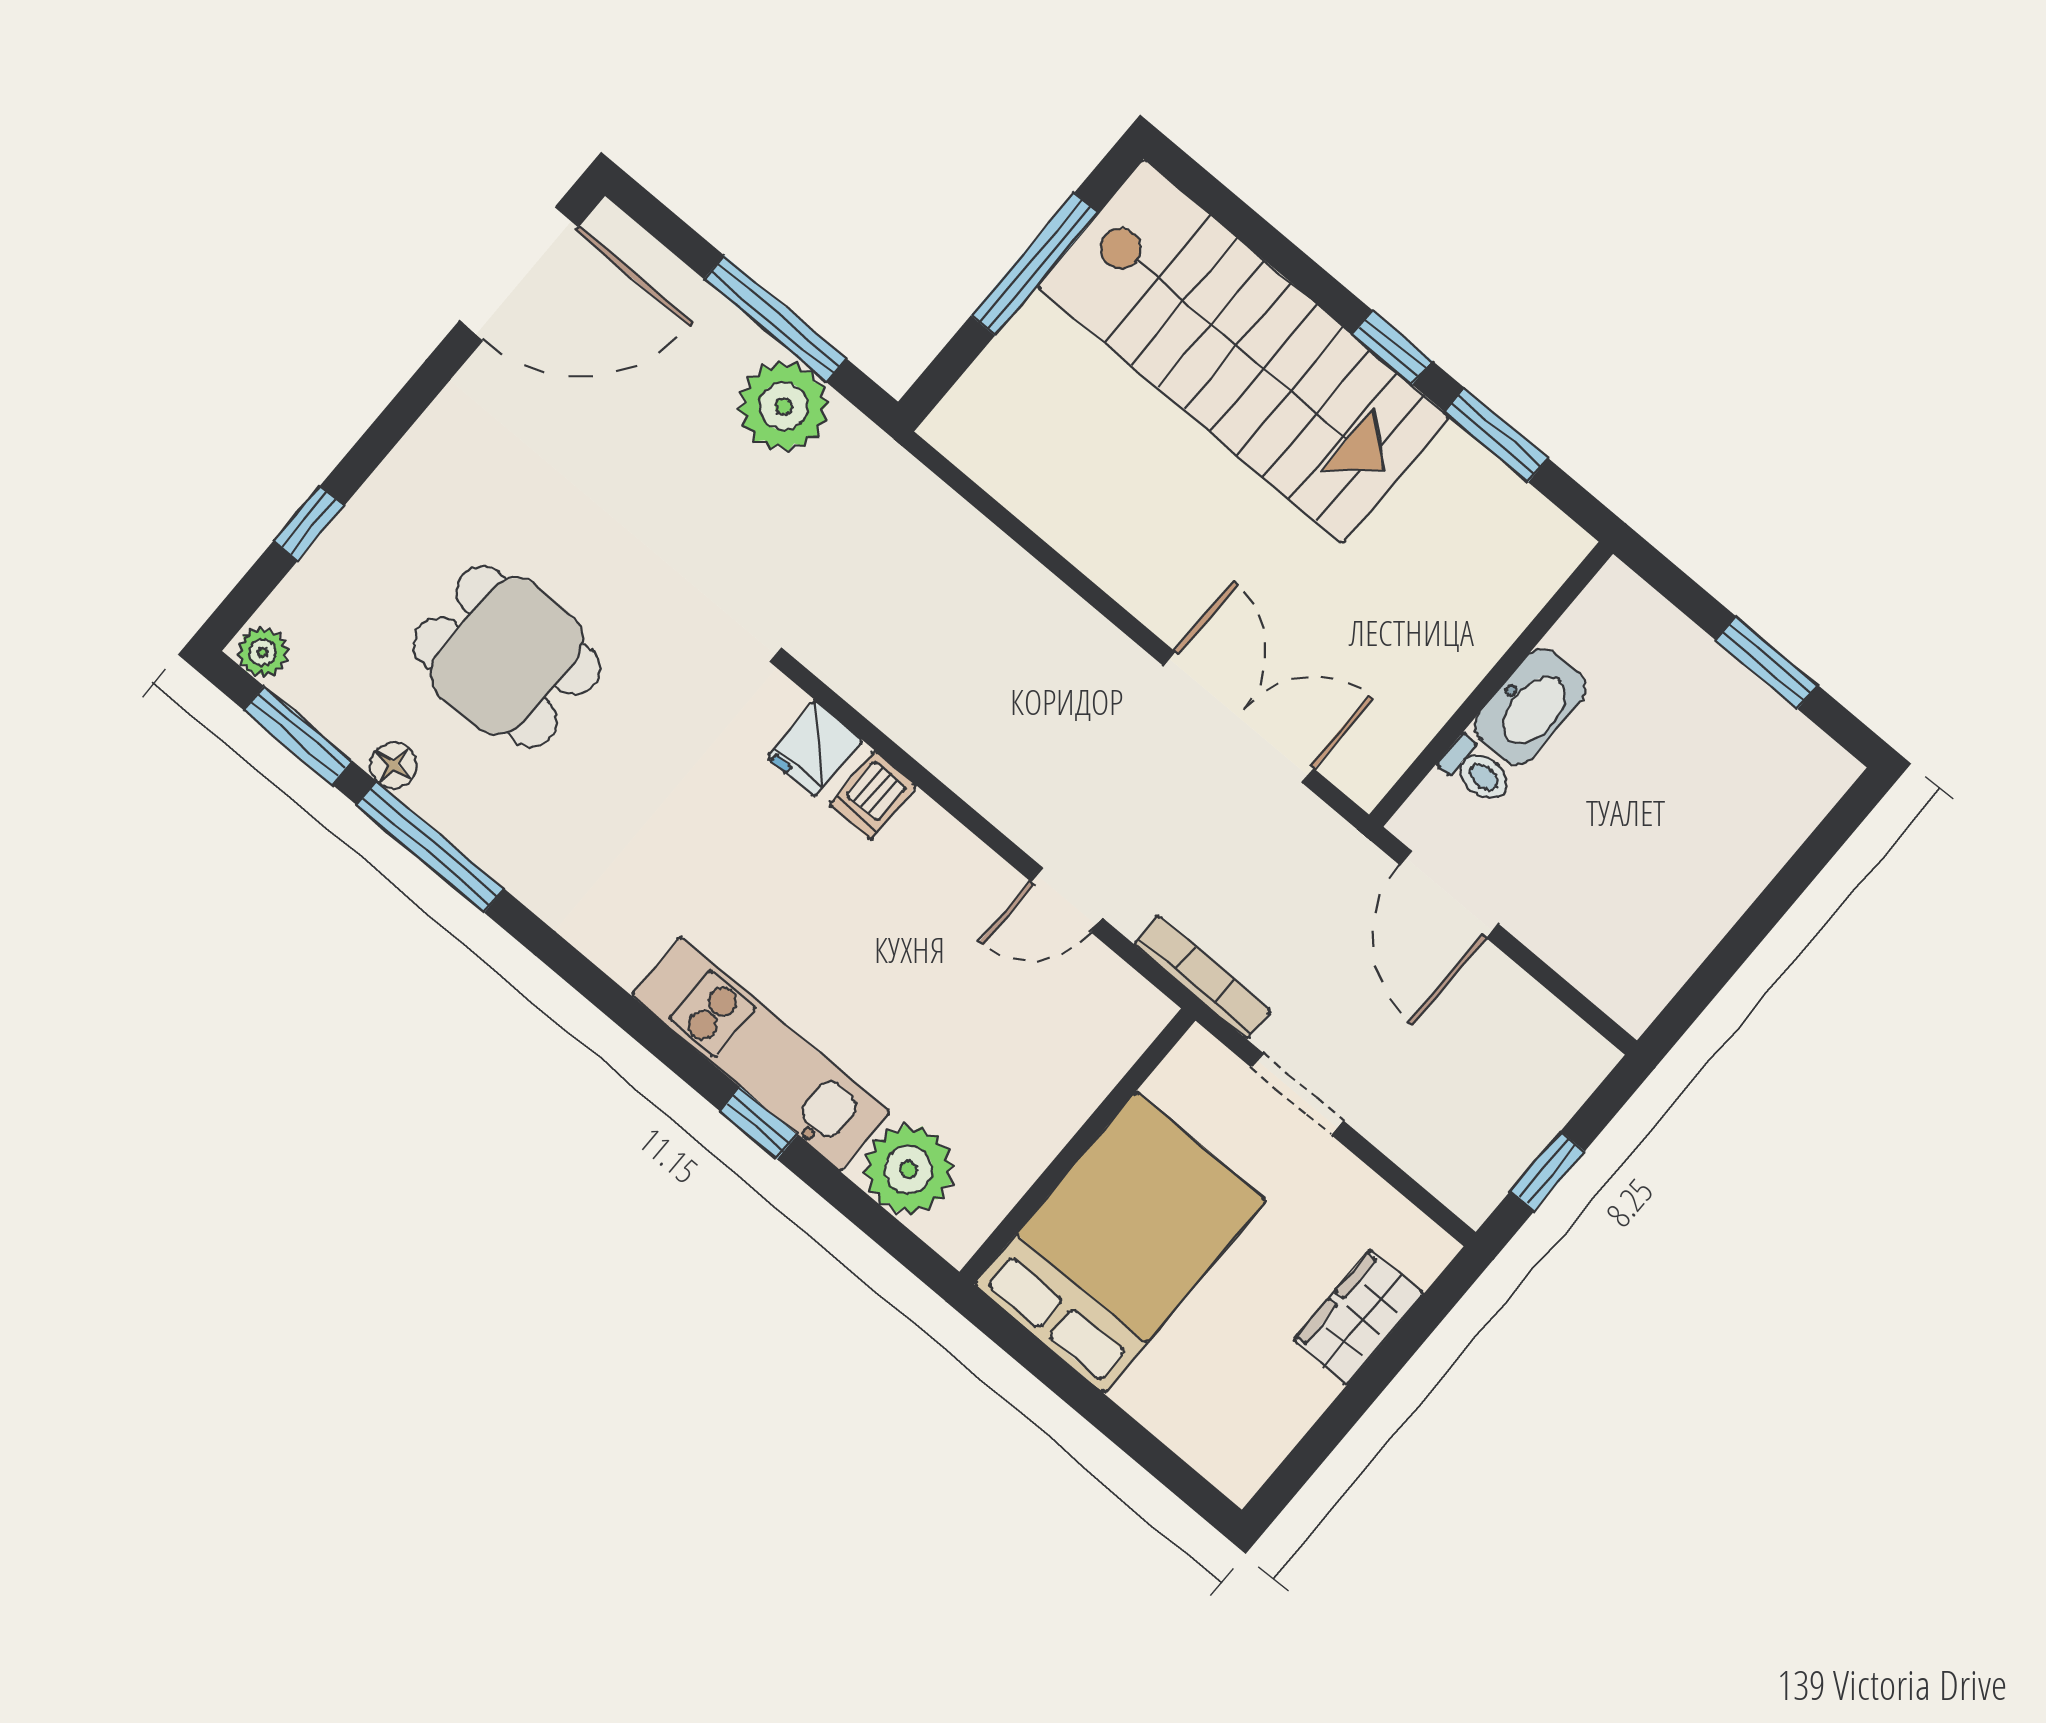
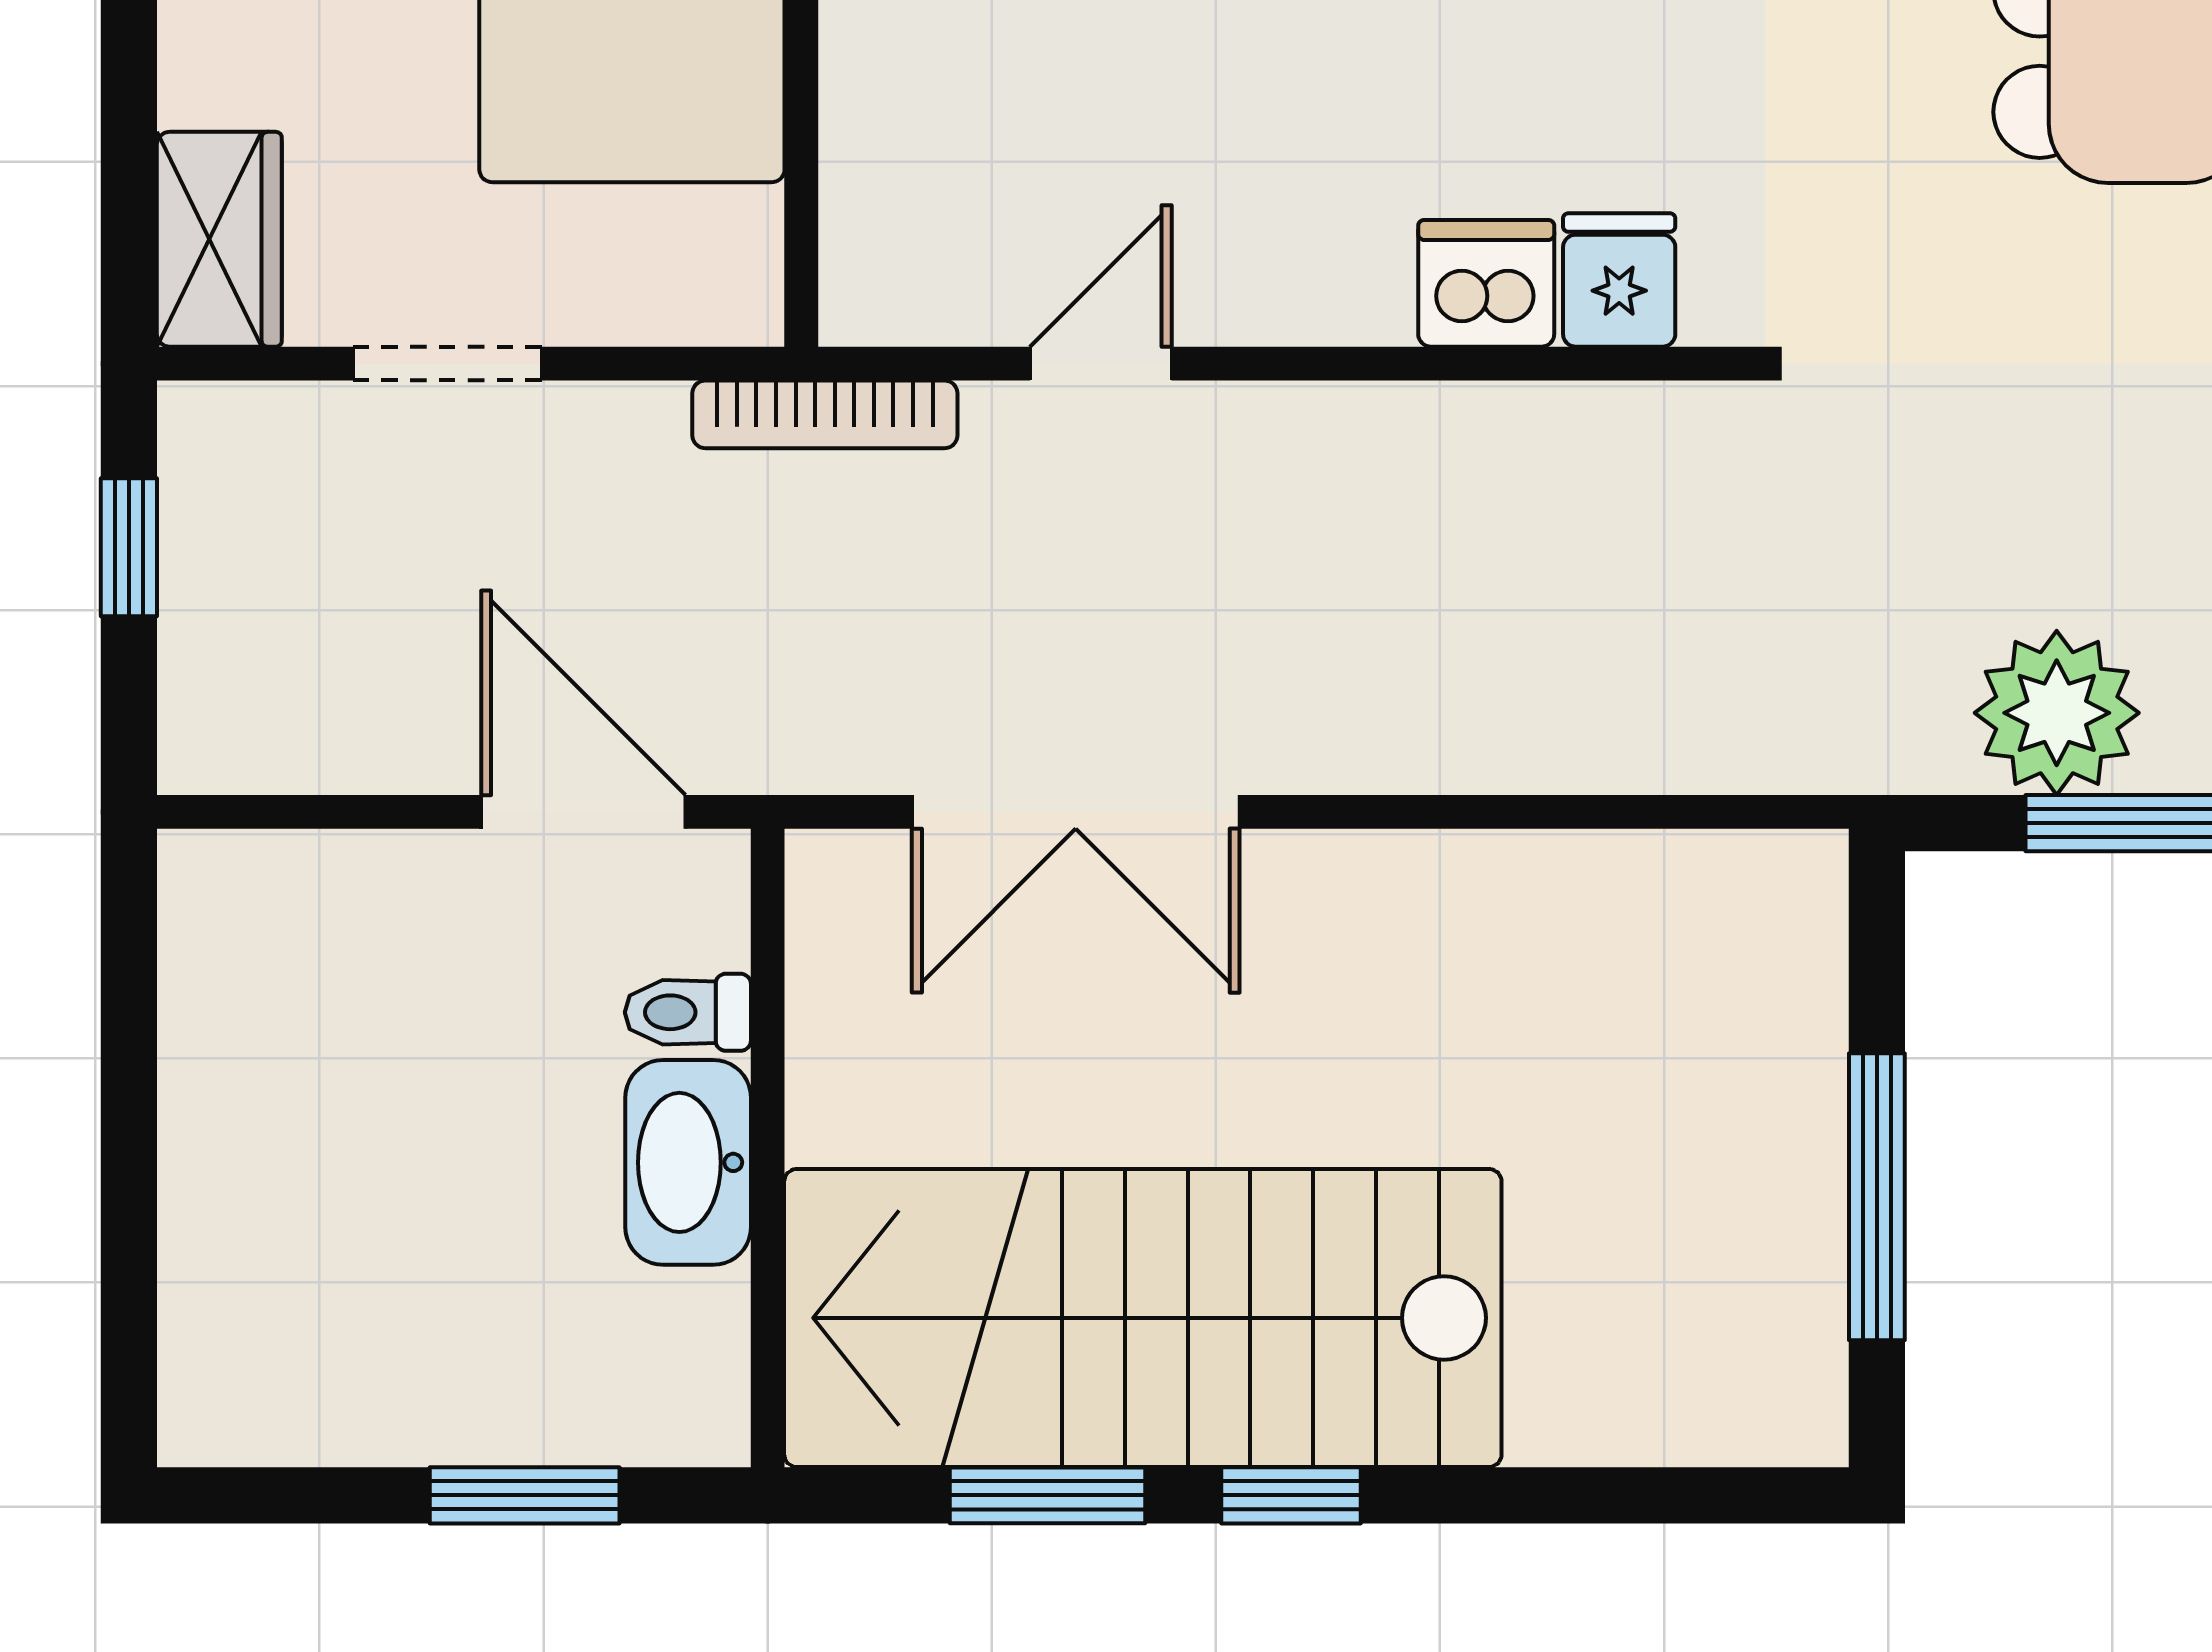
stairs: (1243, 351) -> (1143, 1318), moved
window: (1767, 663) -> (525, 1495), moved
dishwasher: (873, 795) -> (1486, 283), width x1.38
doorway: (1297, 1094) -> (447, 364), moved
wardrobe: (1359, 1317) -> (219, 239), moved

